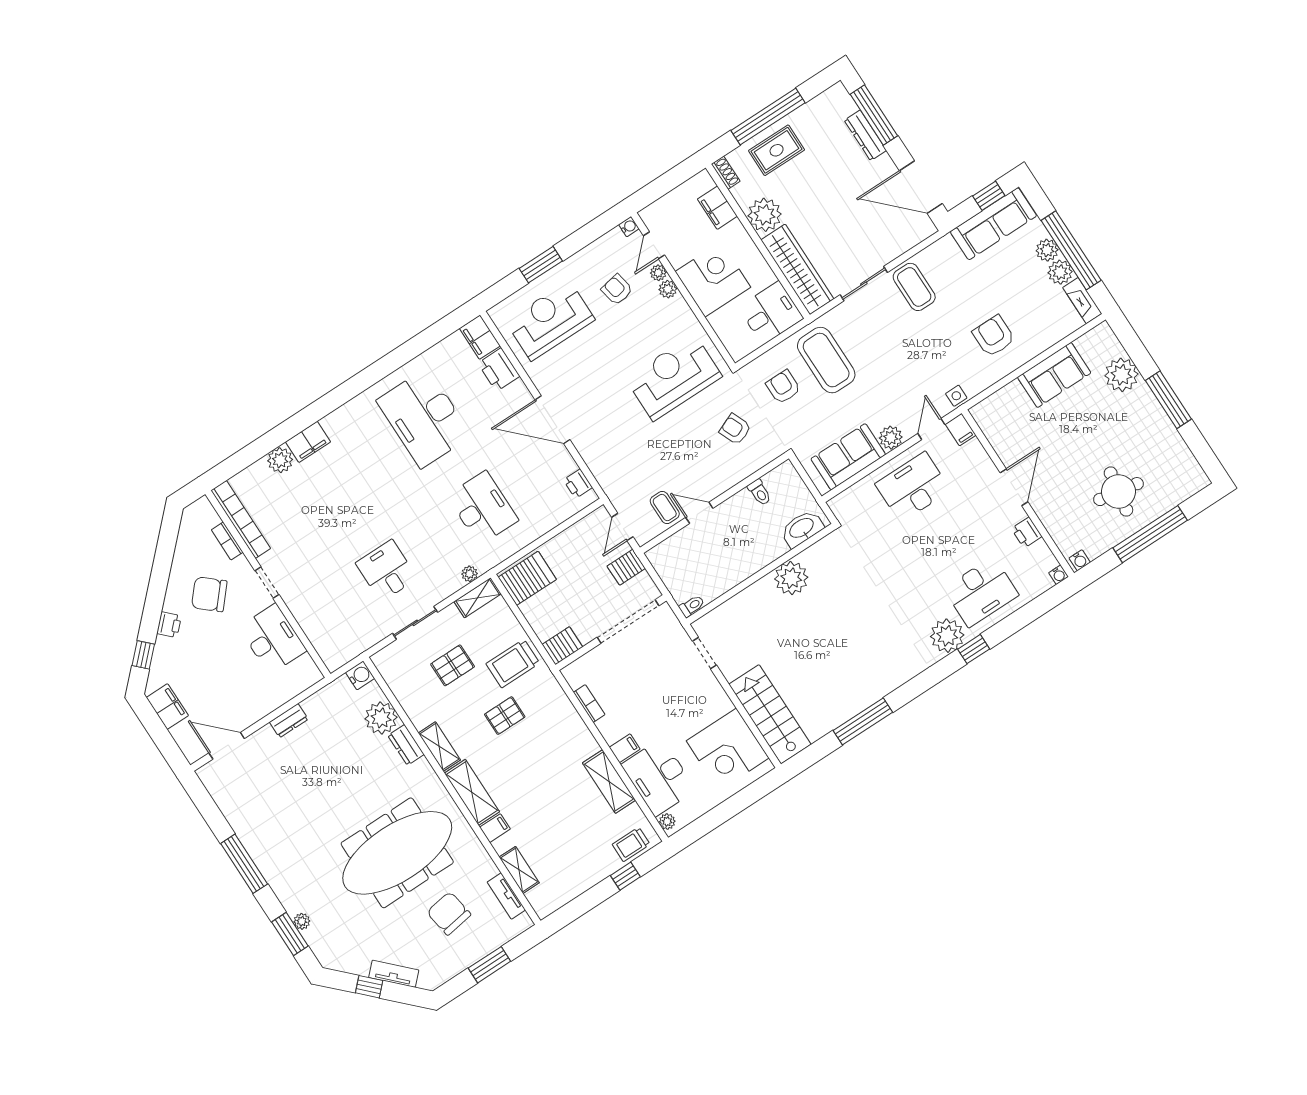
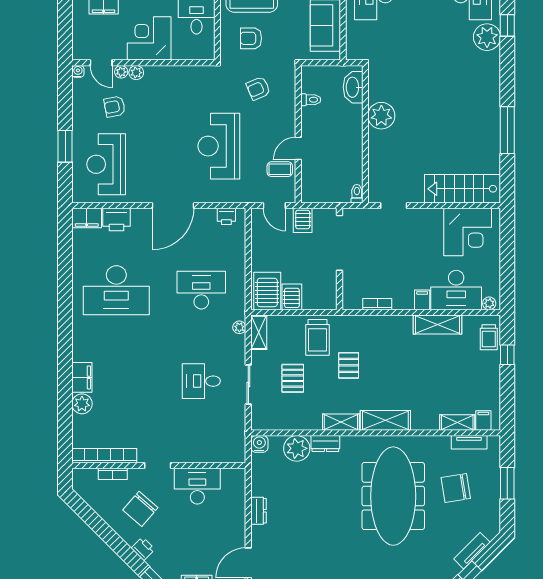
reception desk: (674, 377) -> (219, 146), moved
server rack: (562, 646) -> (292, 297), moved
filing cabinet: (495, 828) -> (483, 420), moved

